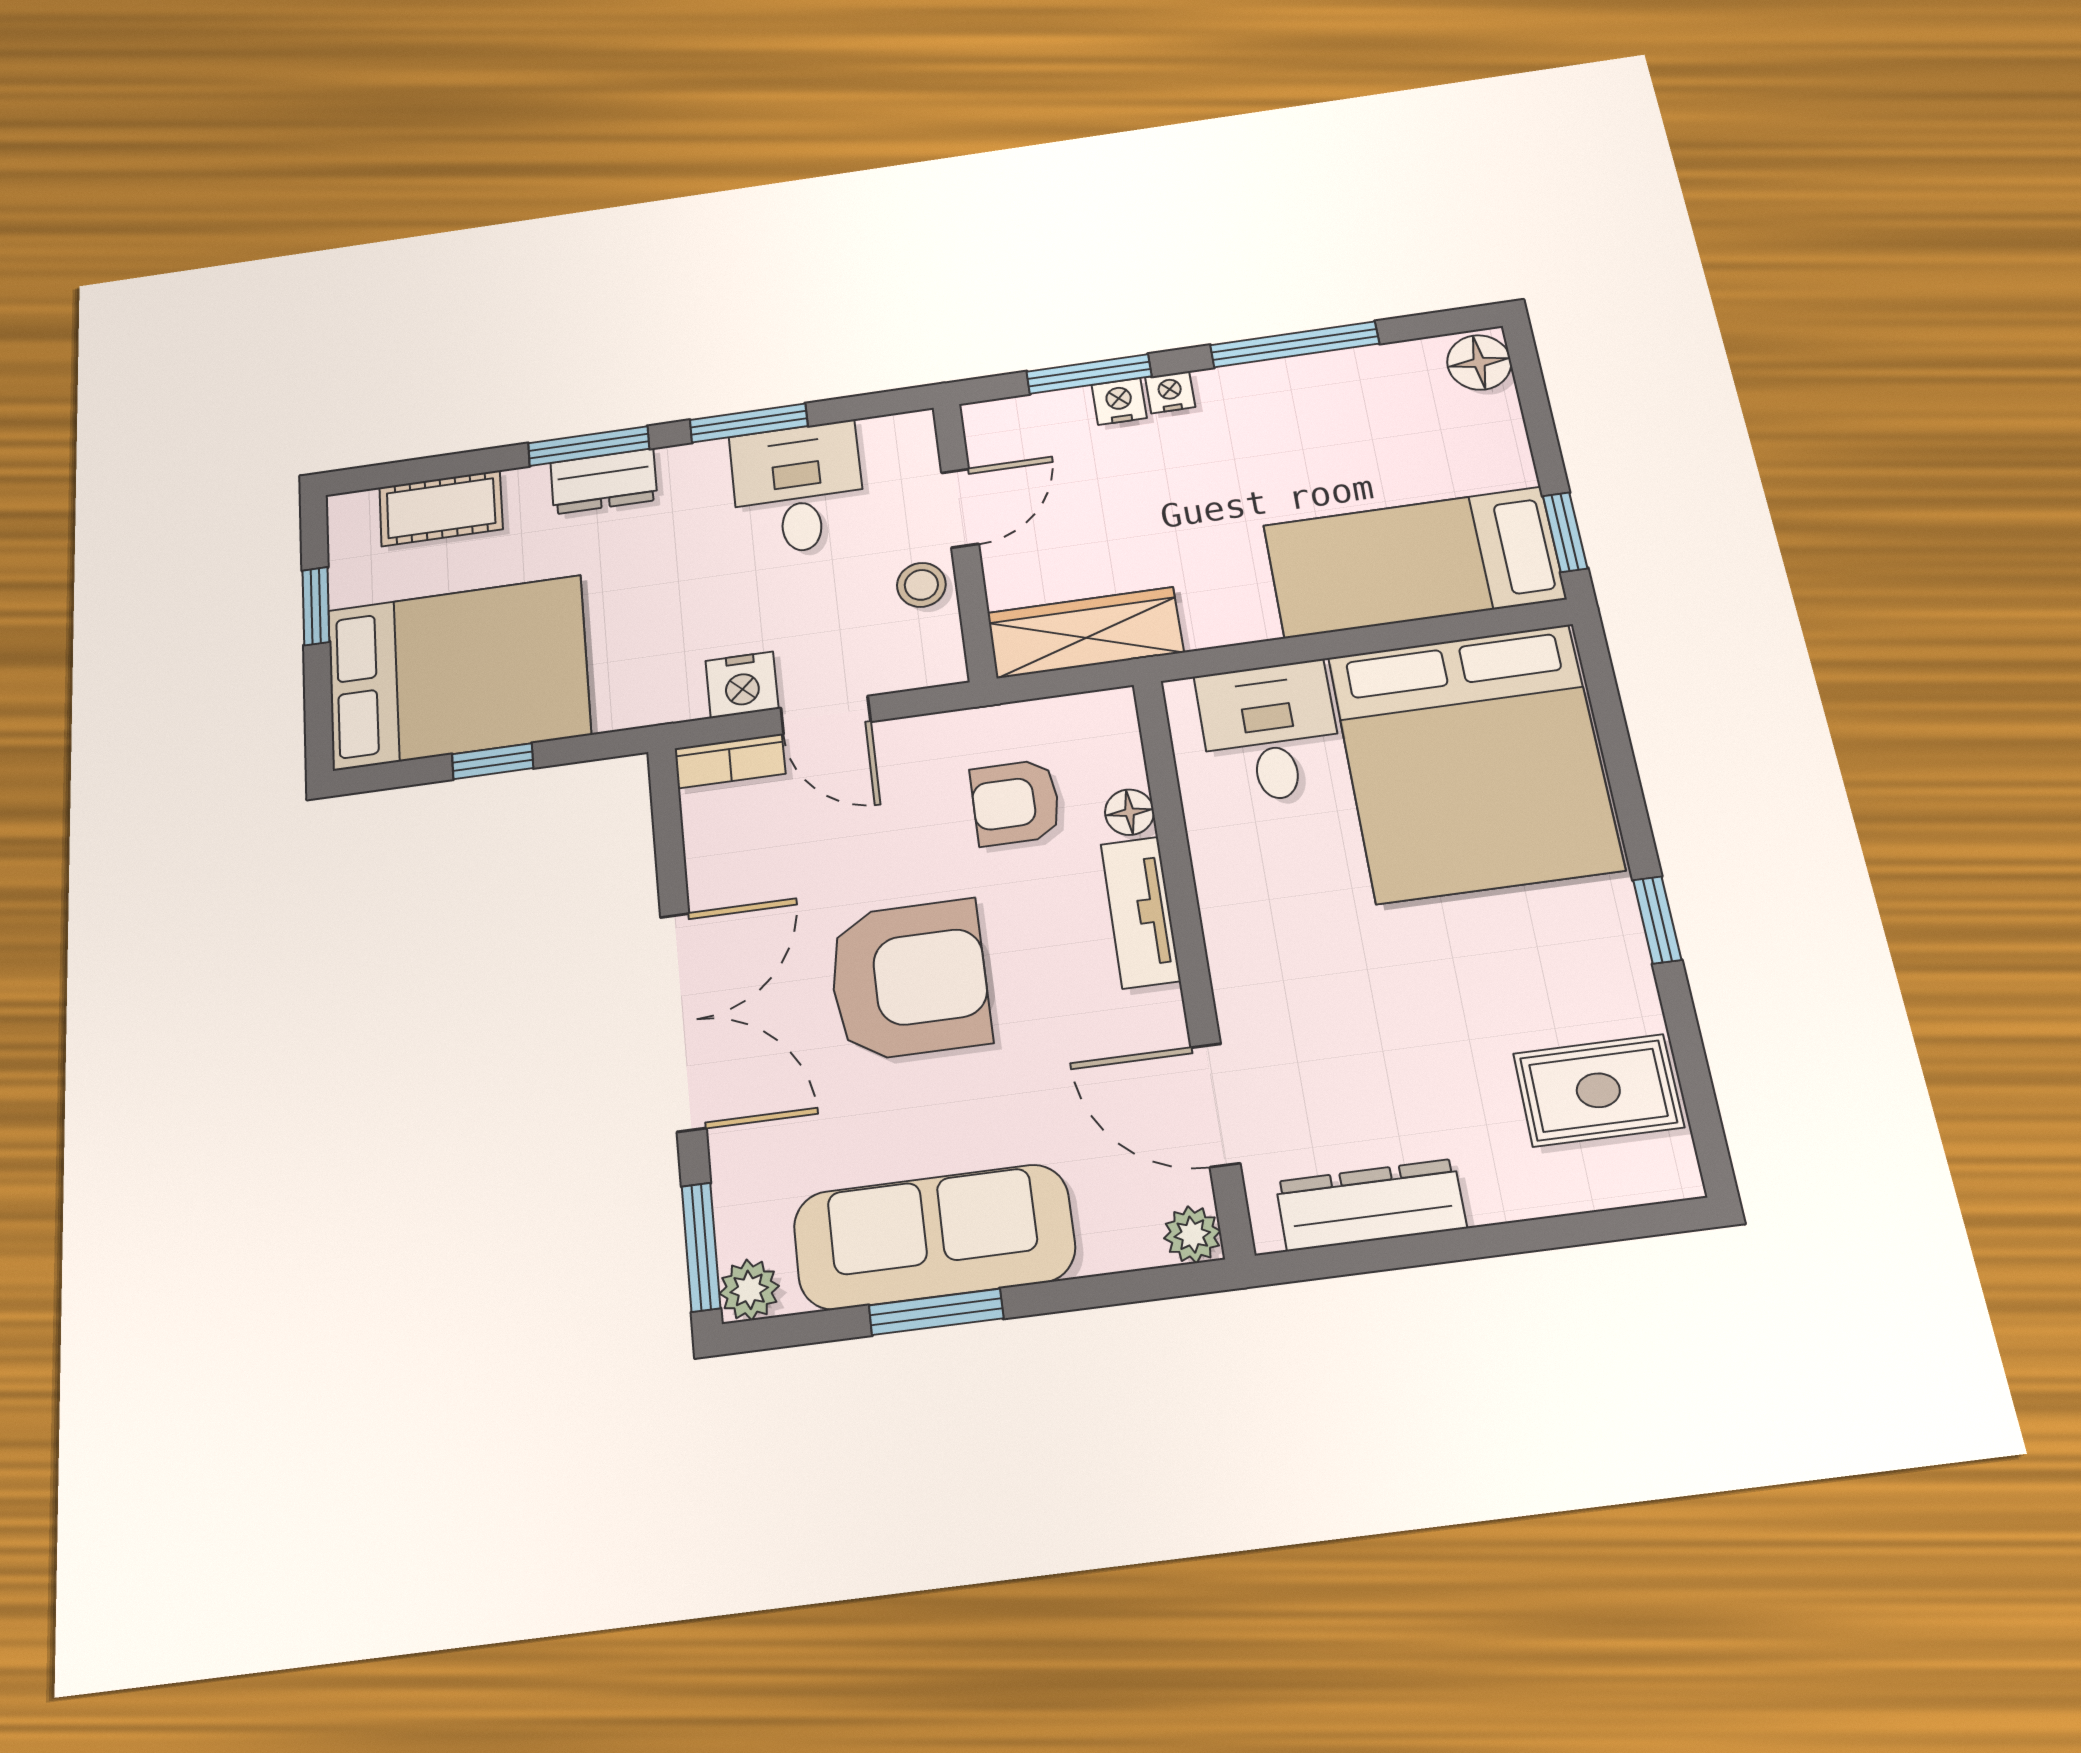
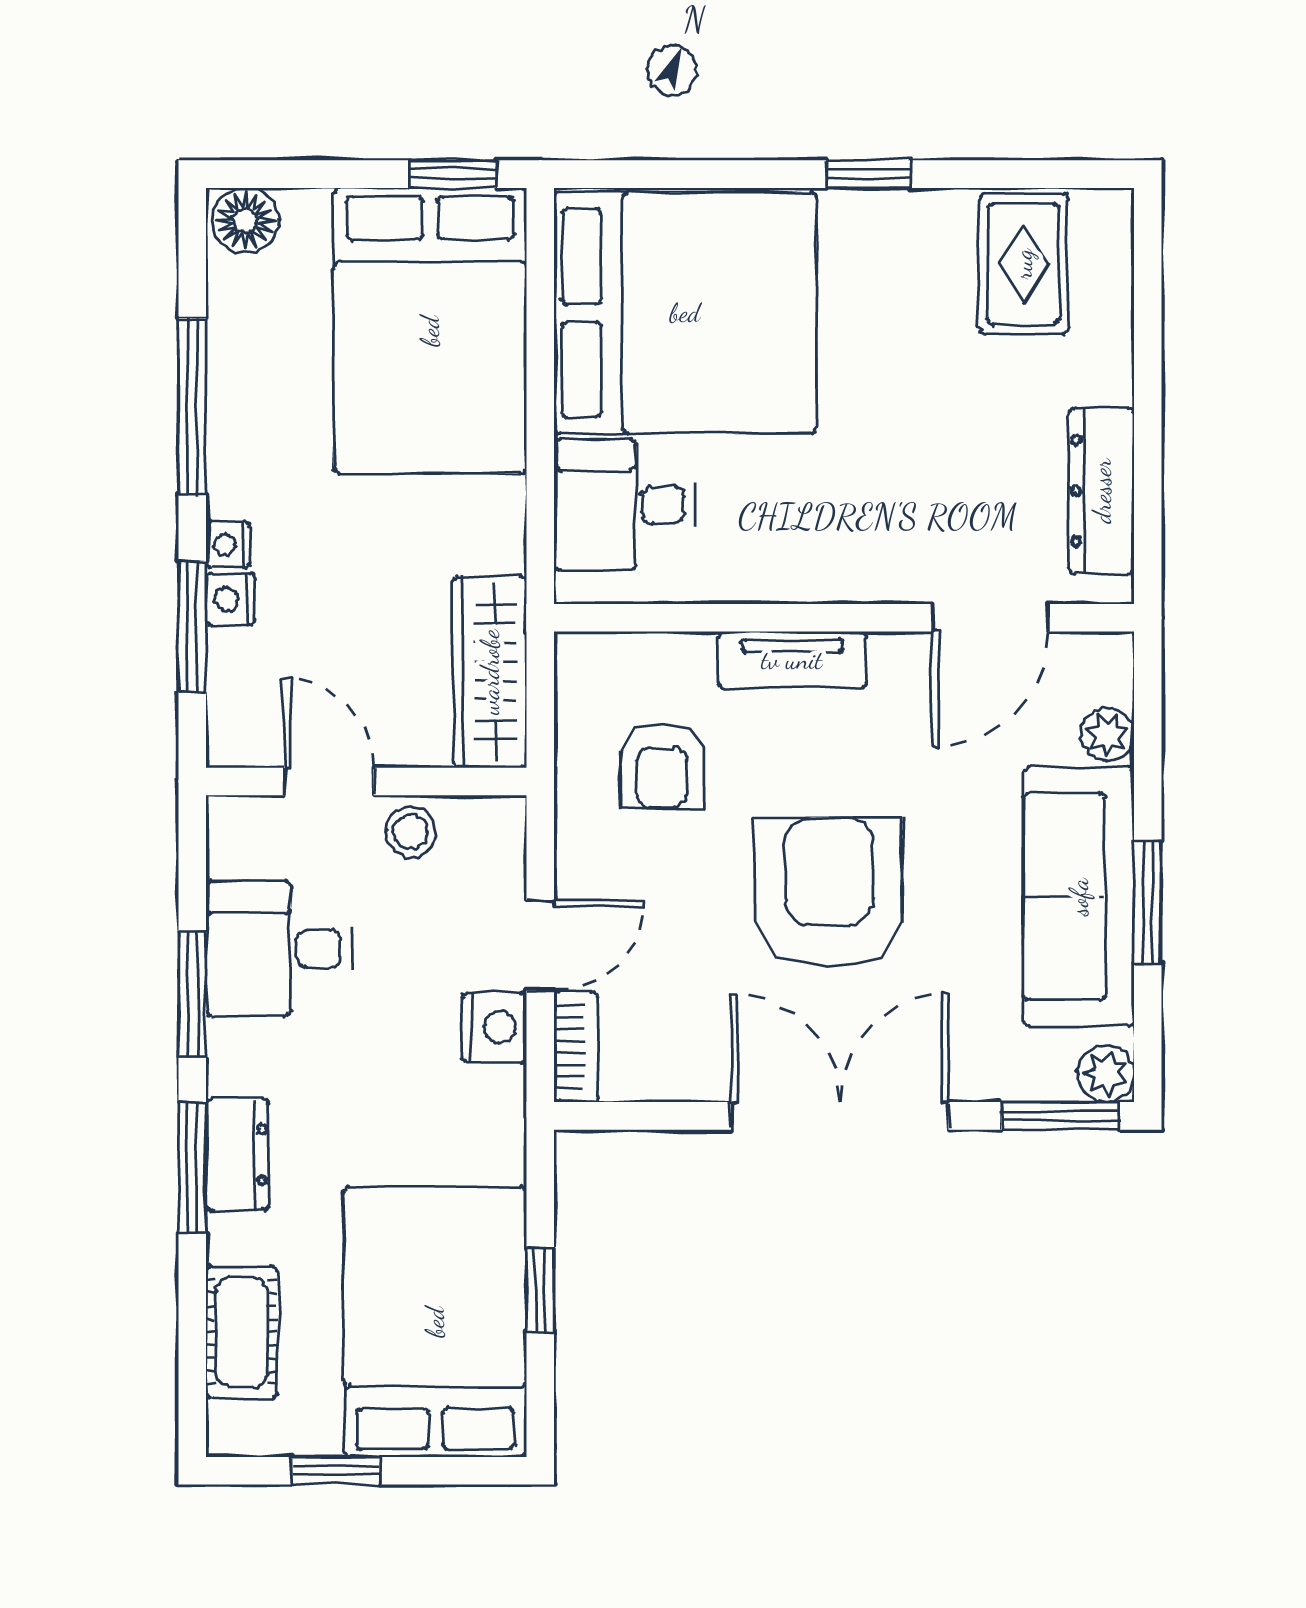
bed: (1414, 562) -> (430, 331), width x1.50
floor lamp: (1129, 812) -> (688, 655), removed
plant: (1192, 1235) -> (1108, 735), moved

